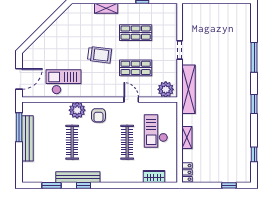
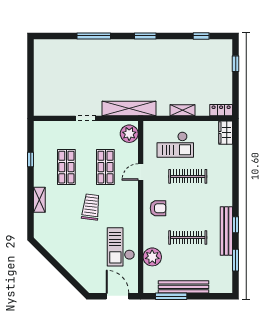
plant: (77, 110) -> (152, 257), moved
wardrobe: (154, 176) -> (226, 133), moved

